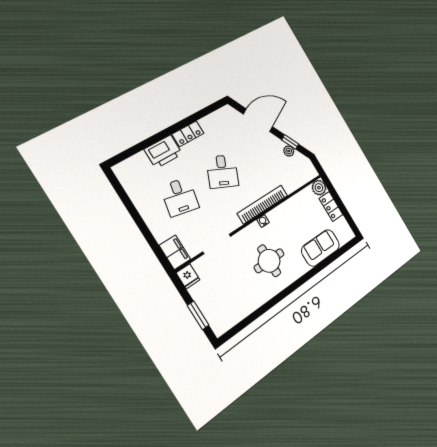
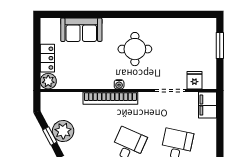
plant: (289, 151) -> (63, 131), width x1.88, depth x1.88
fridge: (188, 276) -> (194, 80), moved

